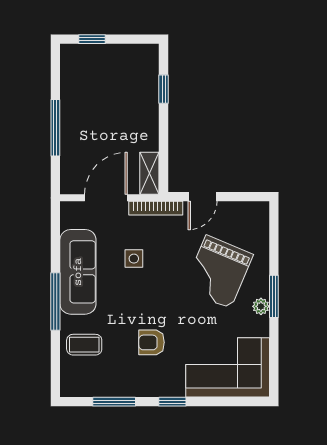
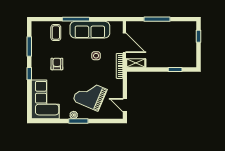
door: (203, 197) -> (125, 105), moved

